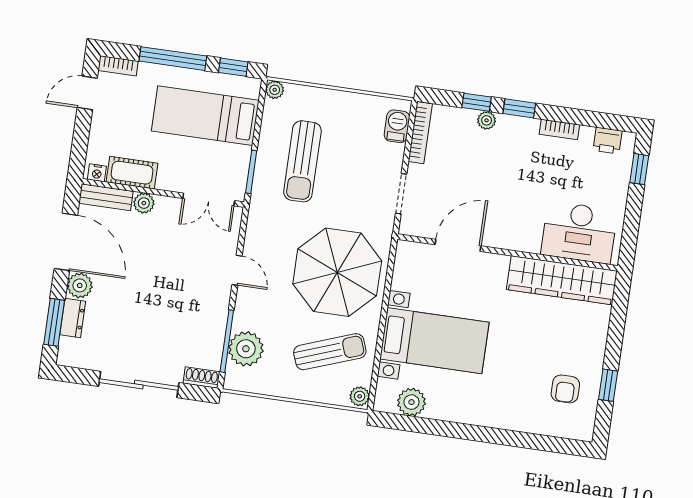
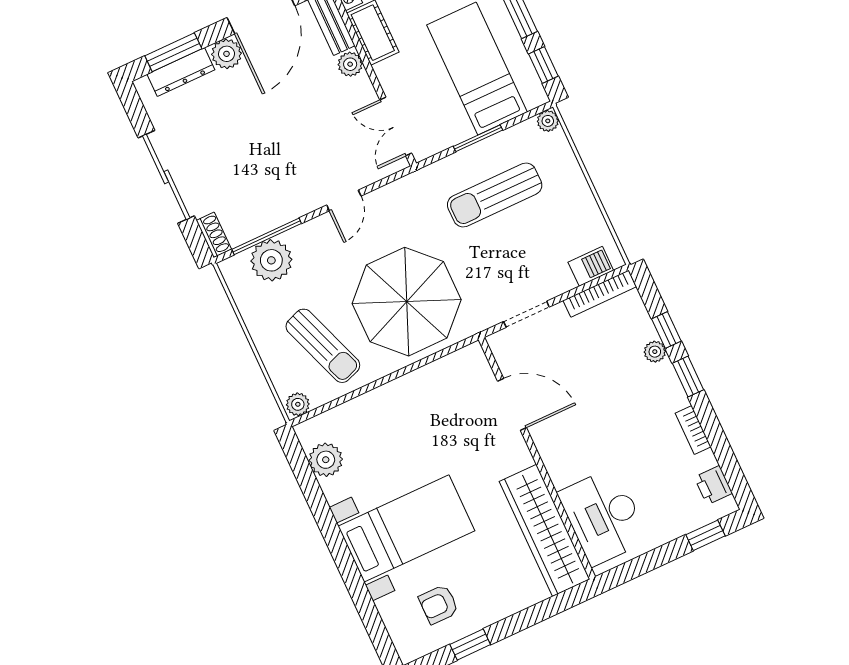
window: (251, 172) -> (478, 138), moved
dresser: (73, 318) -> (181, 72), width x1.44
bed with nightstands: (434, 341) -> (406, 528), moved, turned -90

